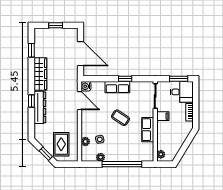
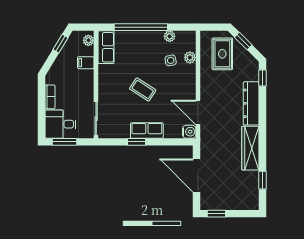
window: (56, 25) -> (216, 214), moved
window: (31, 101) -> (262, 78), moved
filing cabinet: (163, 116) -> (86, 63), moved
row of seats: (148, 130) -> (106, 47), moved
window: (182, 152) -> (61, 44), added

